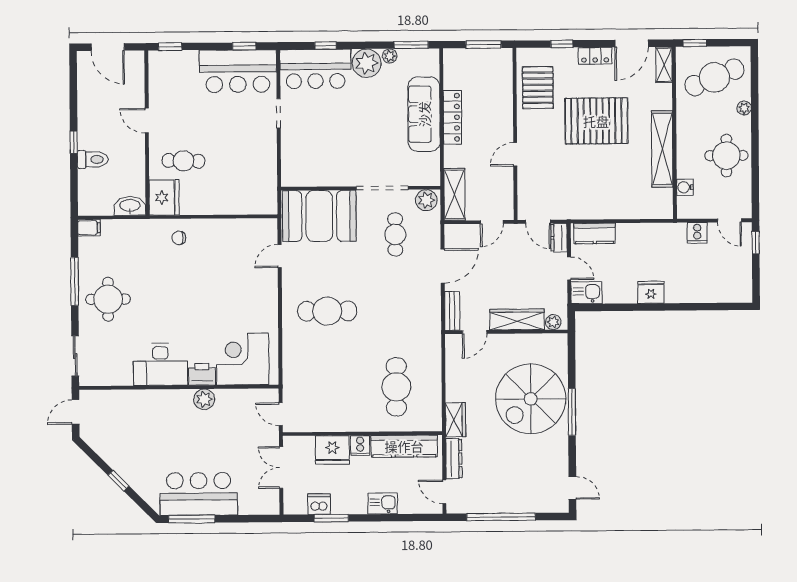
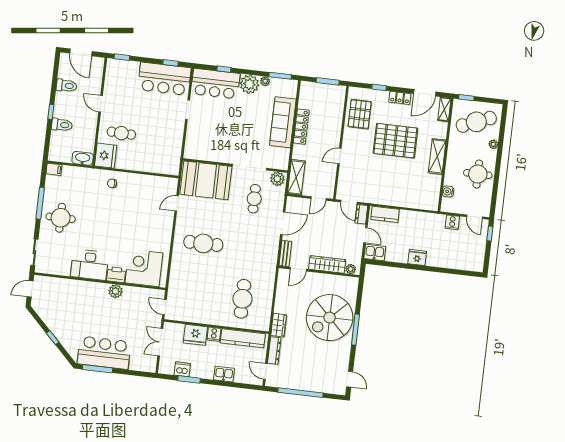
toilet: (92, 100) -> (66, 86), added
shelving: (662, 149) -> (437, 156), width x0.68

